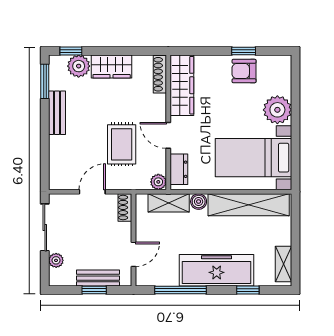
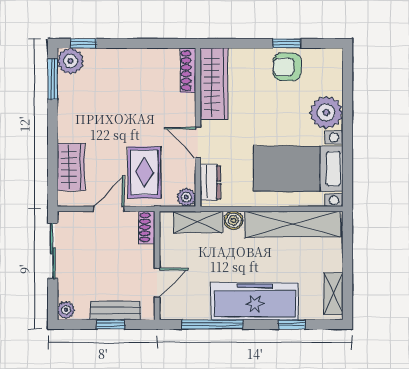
plant: (79, 66) -> (70, 61), moved
wardrobe: (112, 67) -> (71, 167), moved, turned -90
bench: (57, 113) -> (67, 116), removed
rug: (122, 144) -> (144, 172), moved
plant: (56, 260) -> (66, 310), moved

